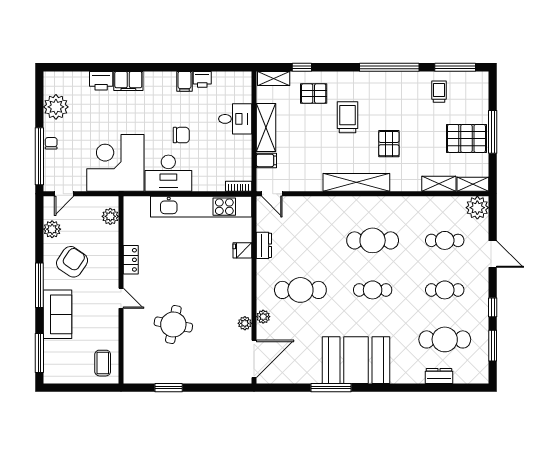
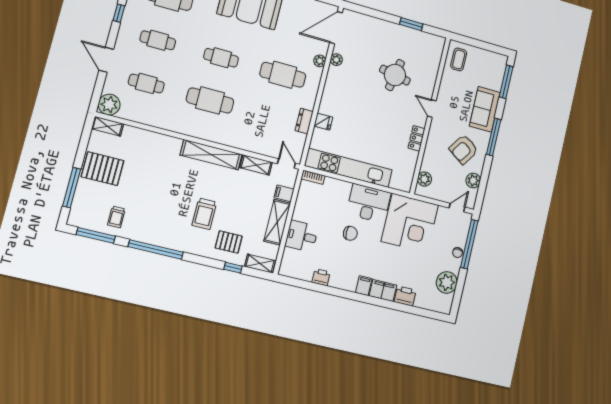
filing cabinet: (185, 81) -> (364, 286), moved
window: (493, 132) -> (72, 188), moved
chair: (181, 135) -> (350, 233), turned 180
pallet: (389, 144) -> (174, 181), removed
shelving: (439, 184) -> (256, 165), moved

